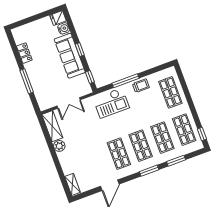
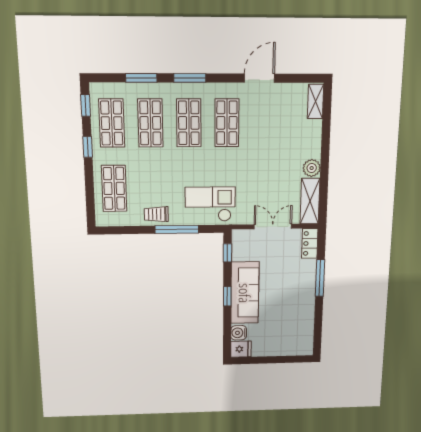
locker: (24, 53) -> (310, 243), moved
window: (193, 111) -> (88, 147), added

